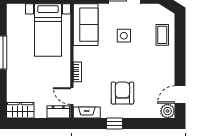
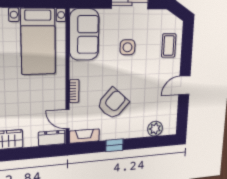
armchair: (122, 93) -> (113, 104), moved, turned 42
door: (180, 95) -> (184, 85), moved
plant: (168, 111) -> (155, 129), moved

